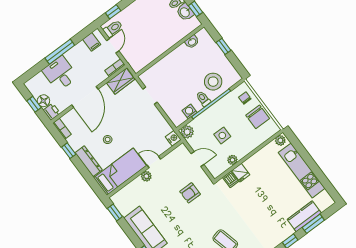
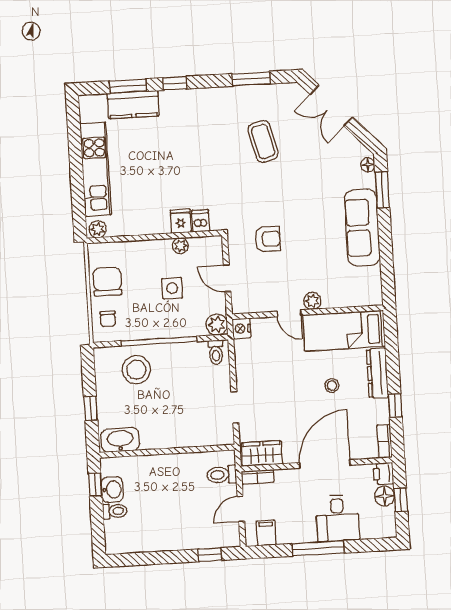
toilet: (113, 29) -> (222, 475), moved
washbasin: (192, 42) -> (120, 440), width x1.91, depth x1.45
toilet: (203, 99) -> (216, 352), moved
washing machine: (190, 111) -> (195, 350), removed
window: (115, 213) -> (388, 280), removed

